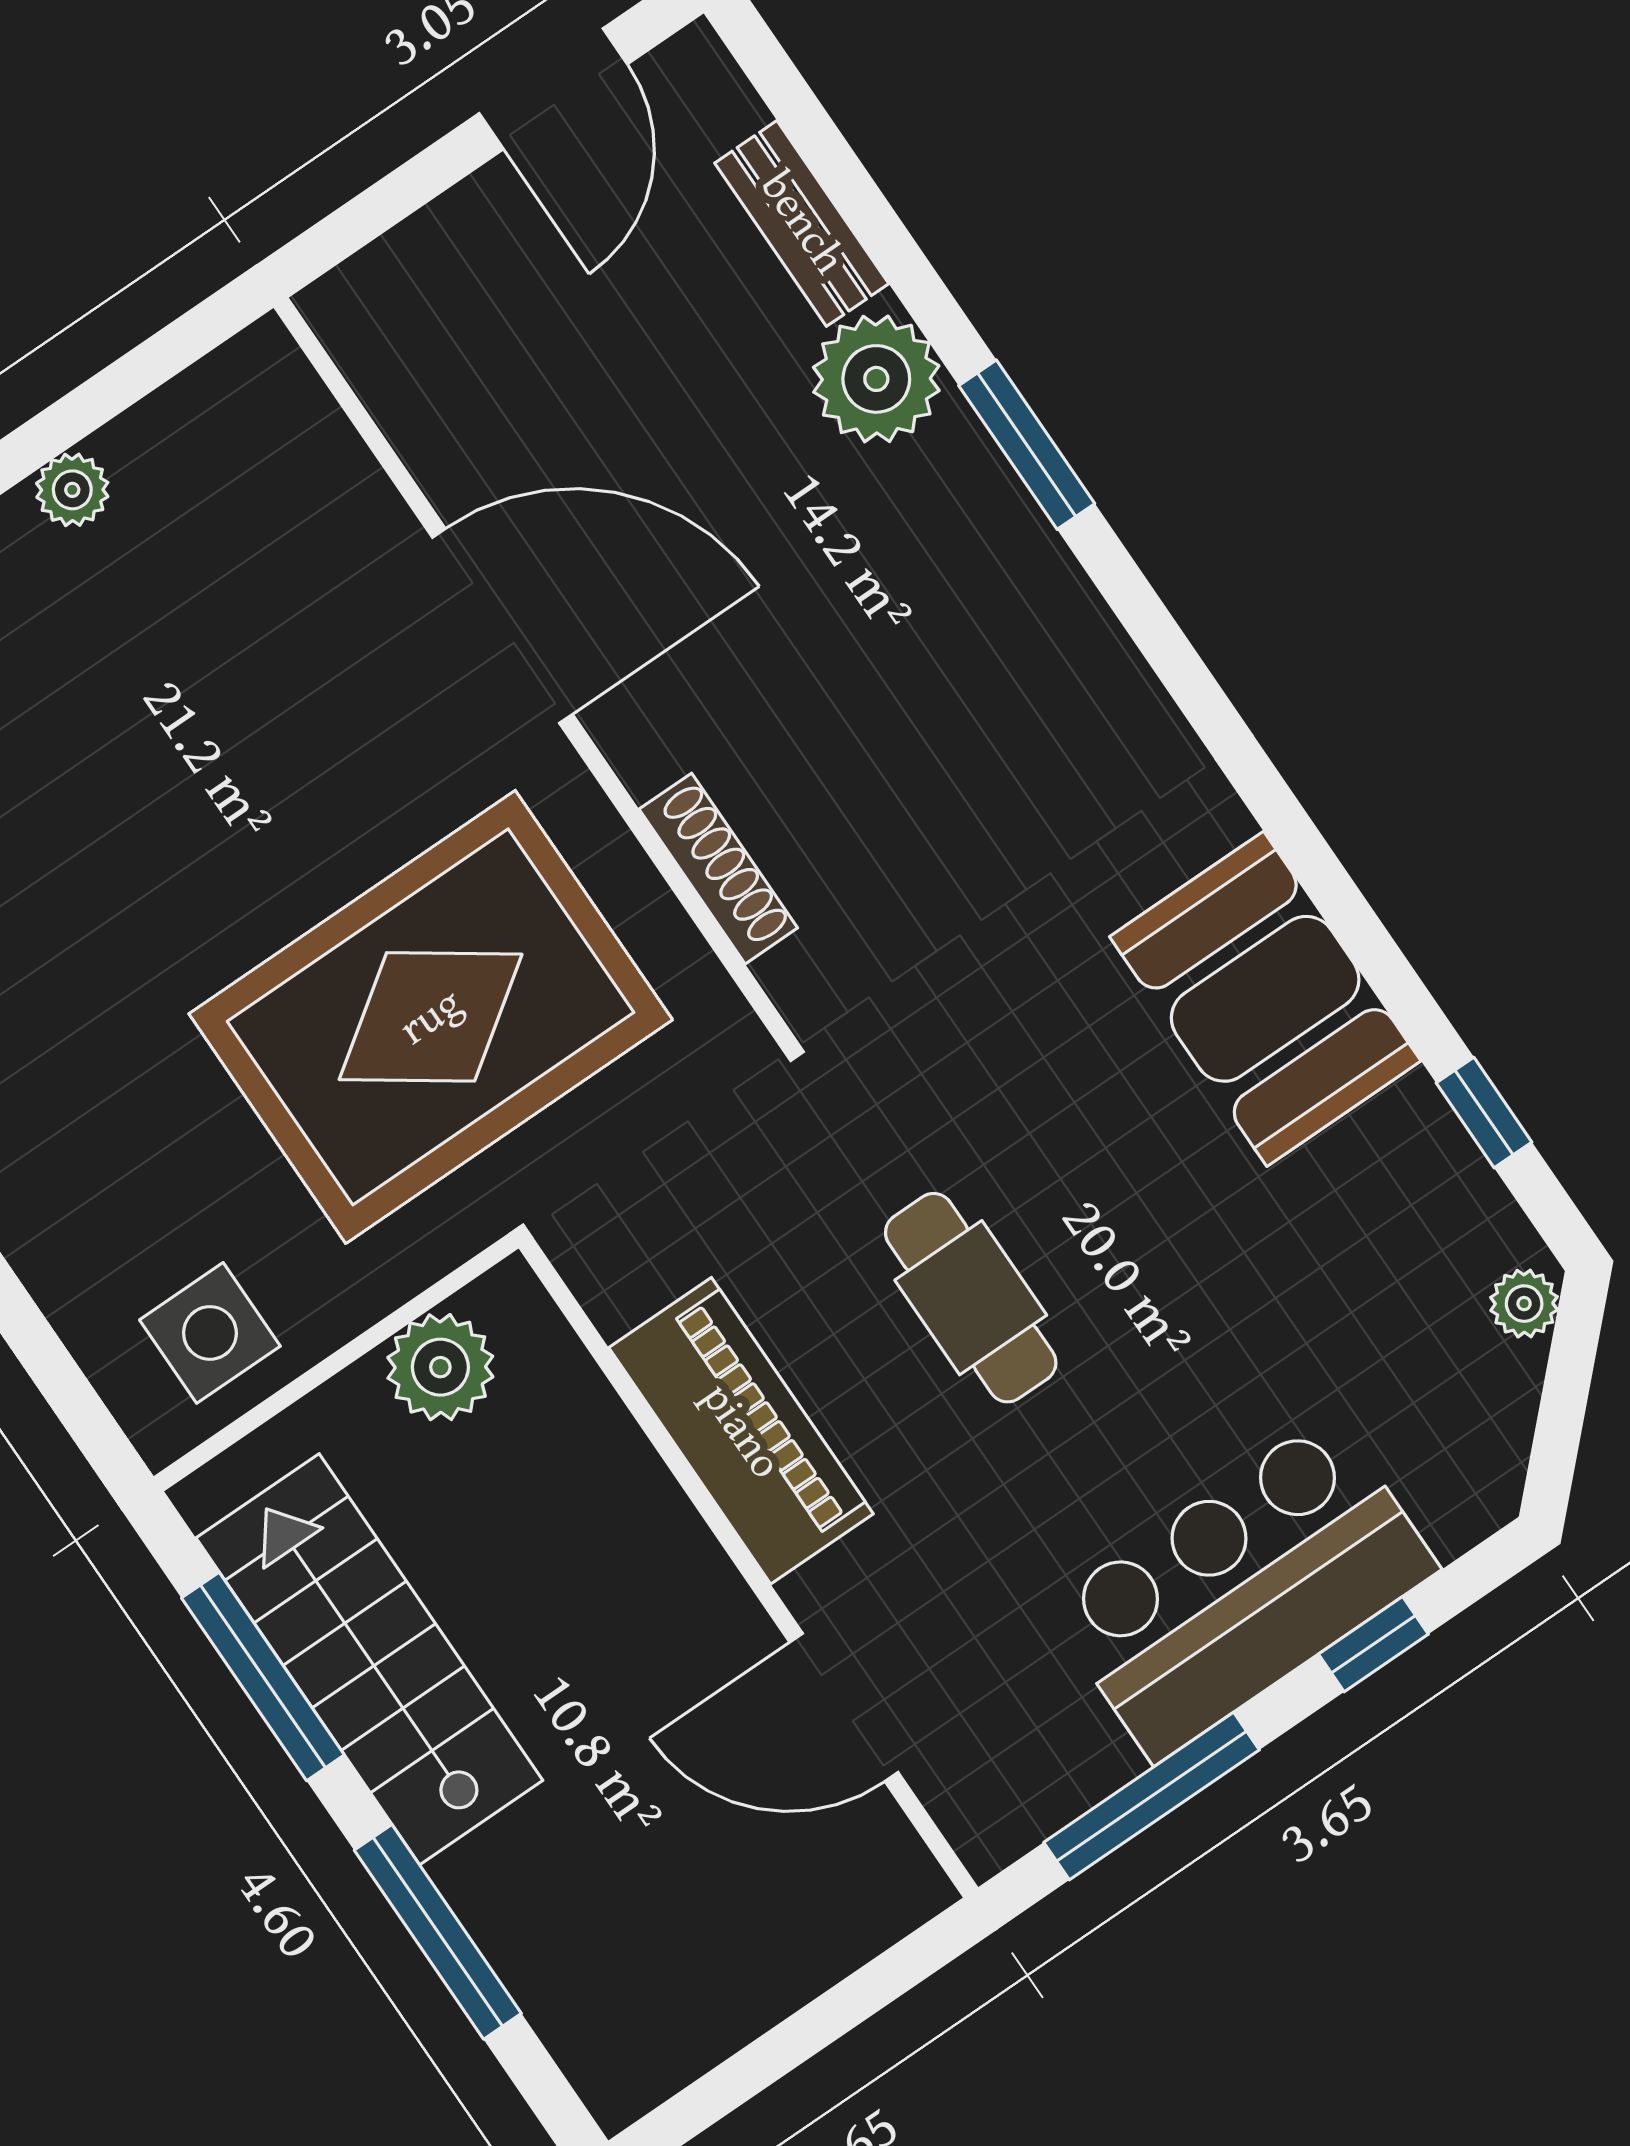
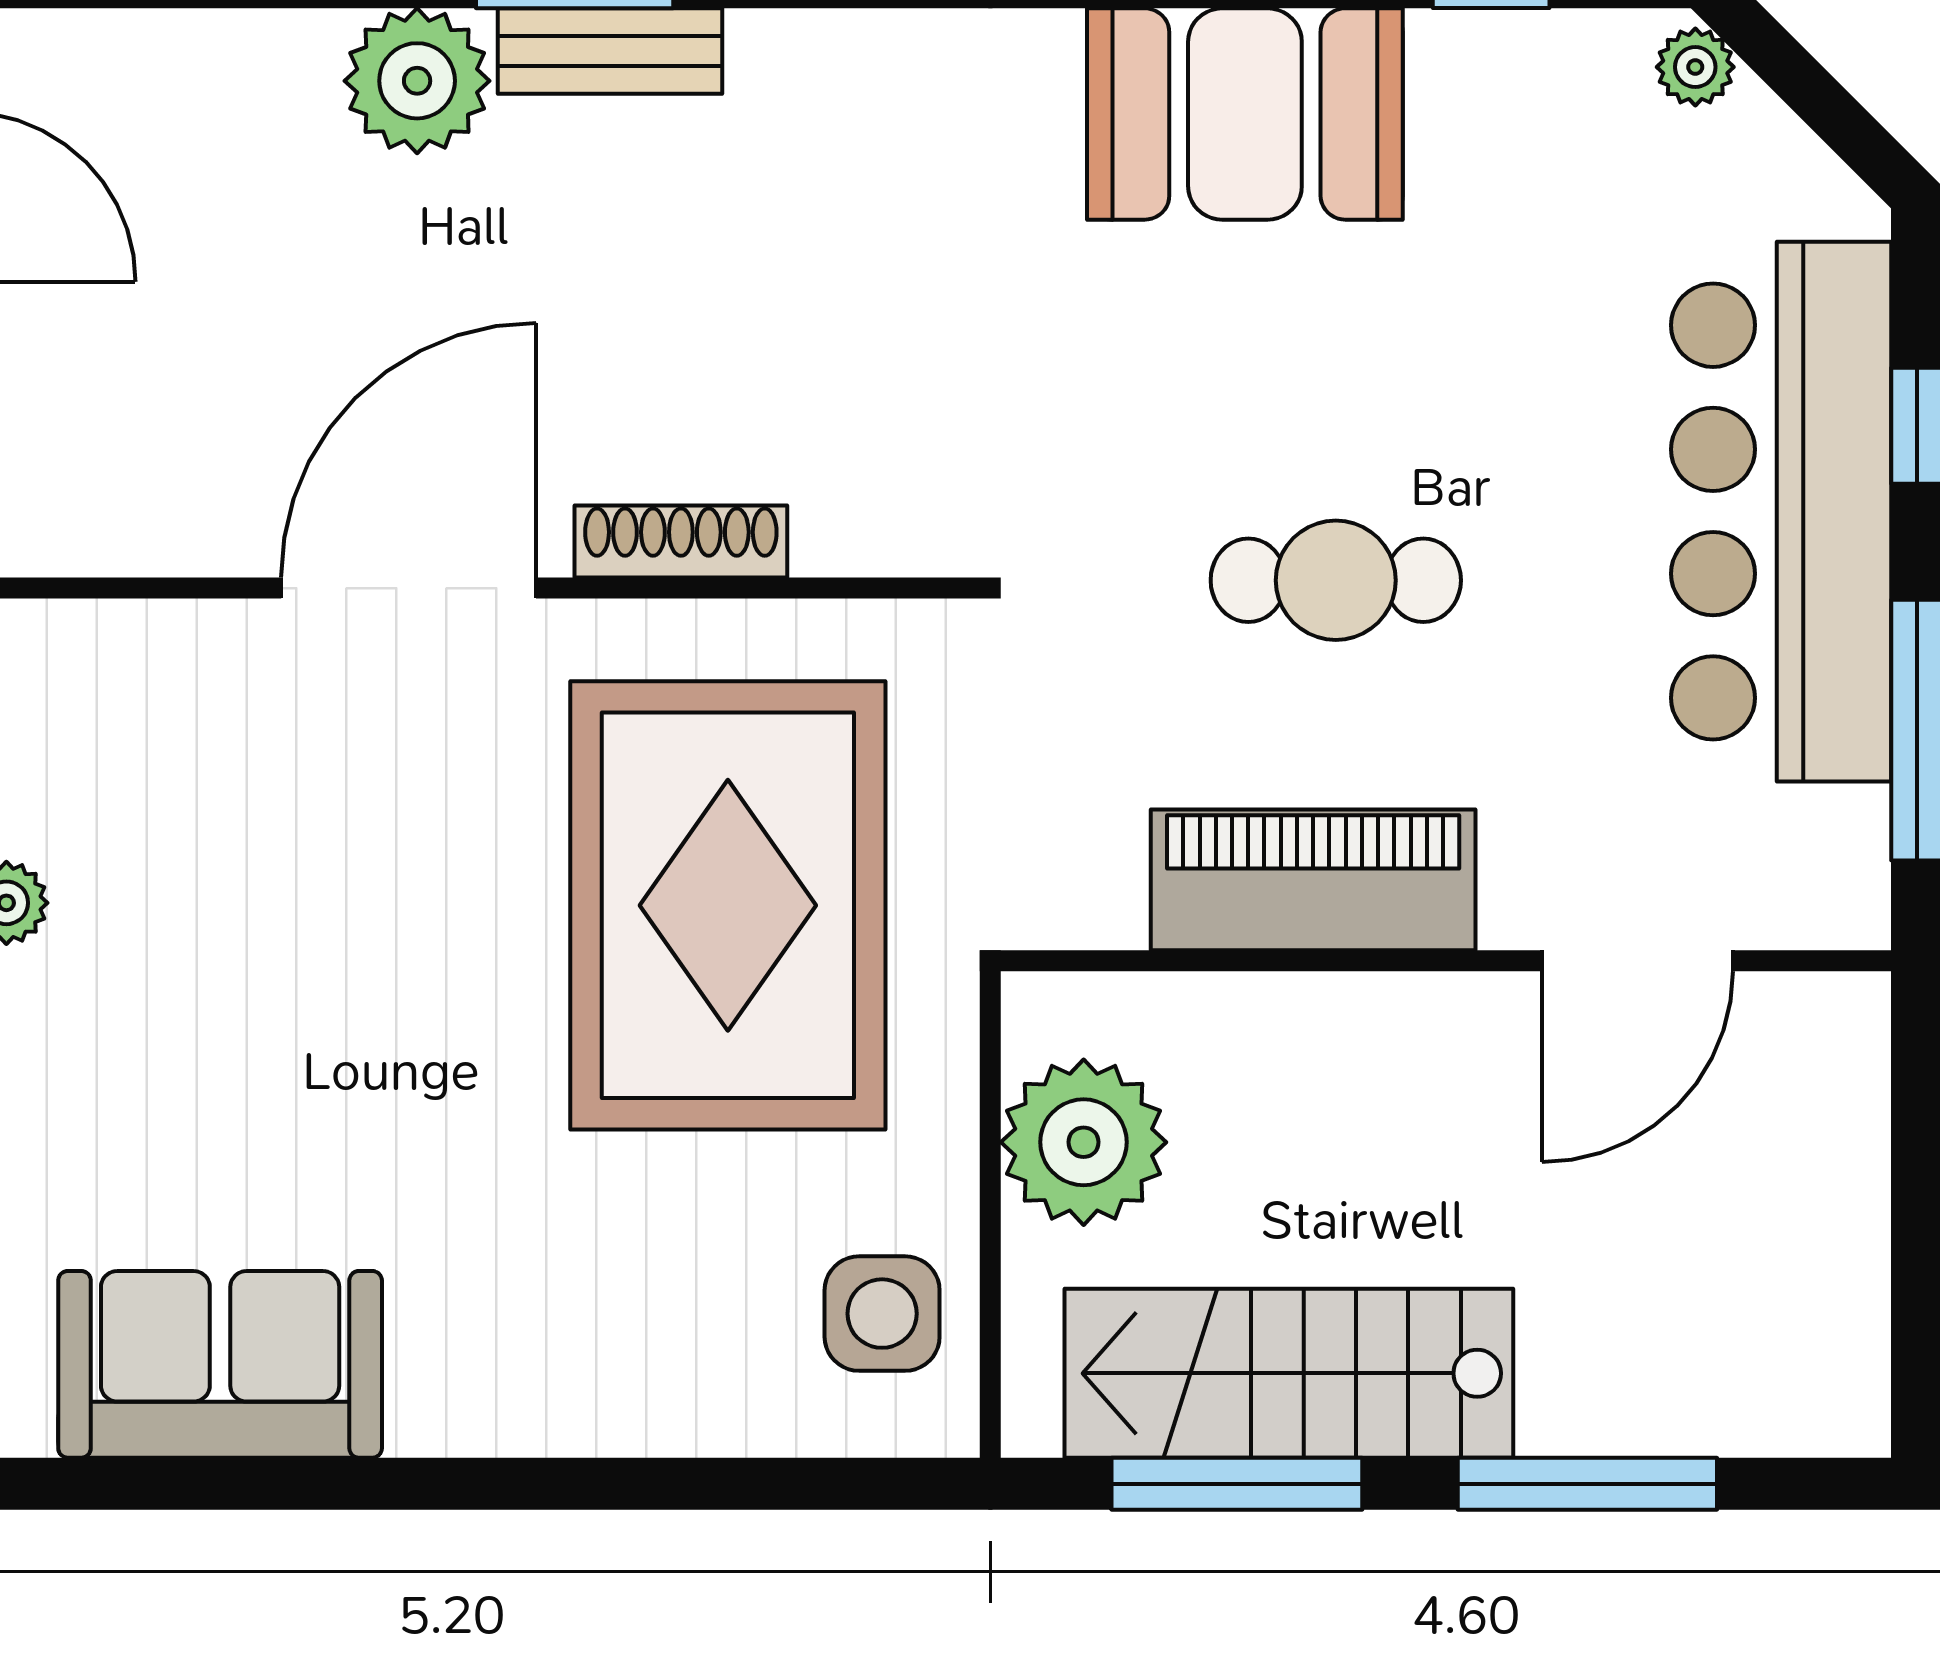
bench: (802, 223) -> (610, 51), moved
shoe rack: (718, 869) -> (681, 542), moved
plant: (440, 1367) -> (1084, 1142), width x1.36, depth x1.36
bar counter: (1243, 1588) -> (1781, 512), width x1.36

